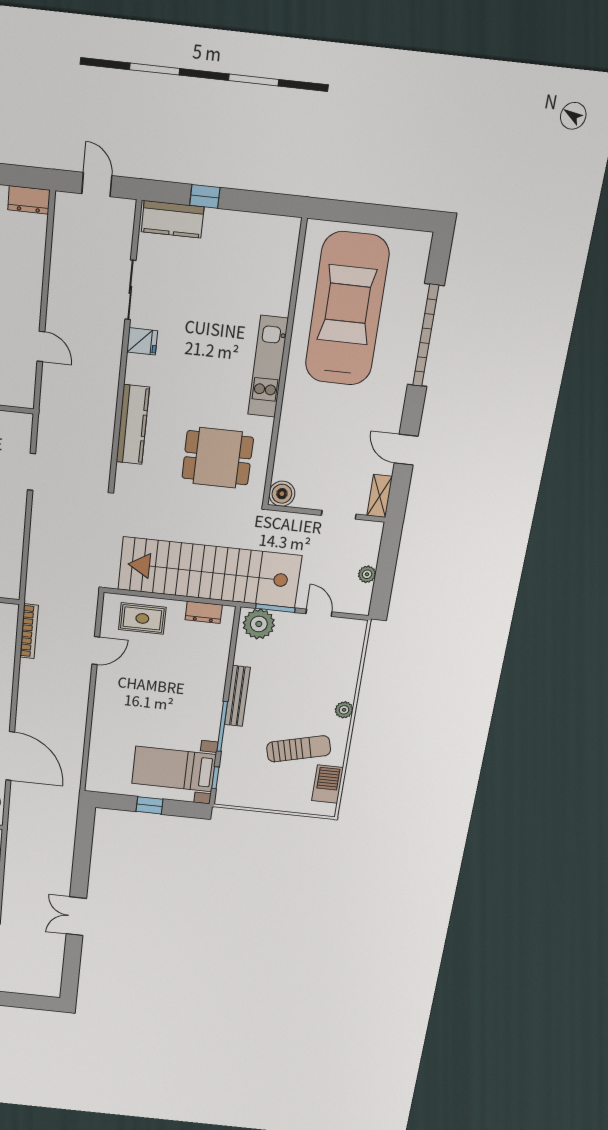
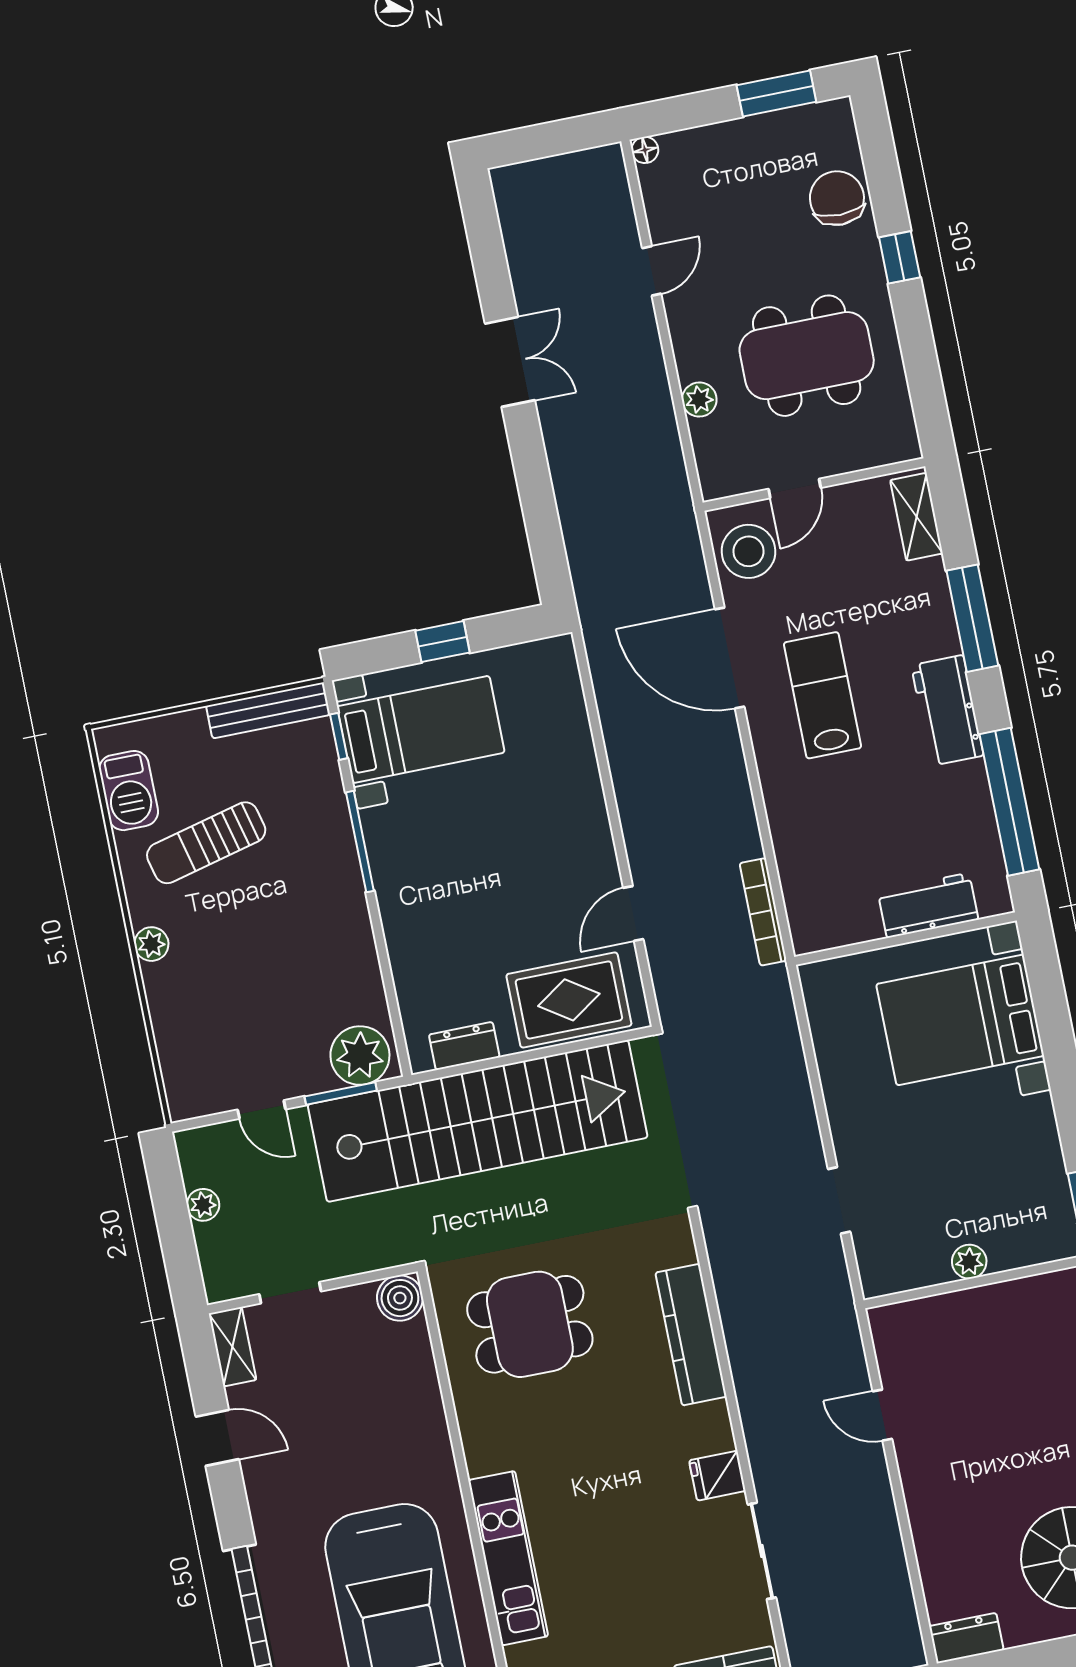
kitchen unit: (268, 367) -> (508, 1558), moved
rug: (142, 618) -> (569, 1000), width x1.36, depth x1.43
bench: (237, 696) -> (268, 710), moved, turned 90

